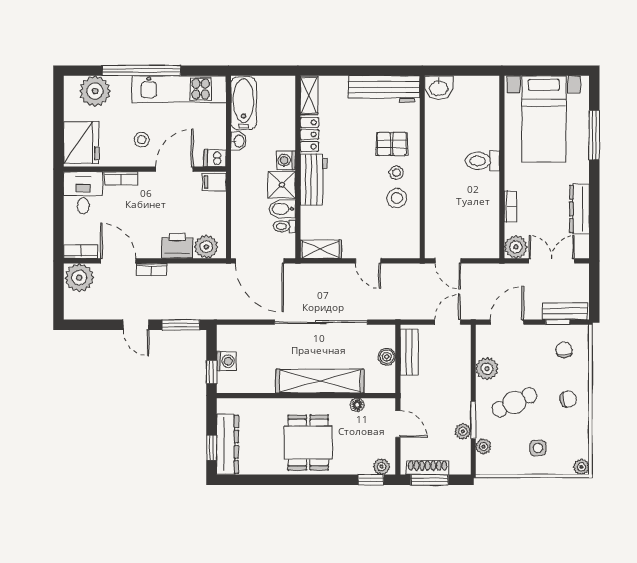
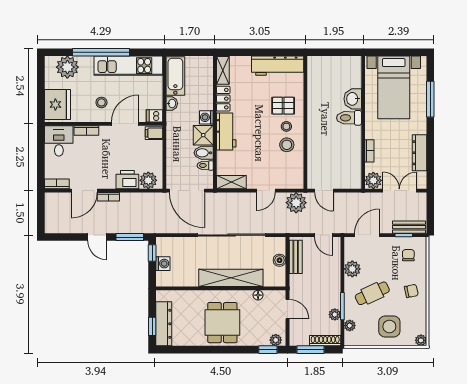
washbasin: (439, 88) -> (353, 99), moved, turned 90
door: (118, 261) -> (84, 191), swing flipped
door: (368, 261) -> (266, 191), hinge flipped
plant: (79, 278) -> (296, 203), moved
door: (448, 322) -> (324, 235), swing flipped
window: (212, 372) -> (152, 253), moved
side table: (538, 448) -> (389, 326), width x1.87, depth x1.87
shoe rack: (428, 468) -> (325, 341), moved

